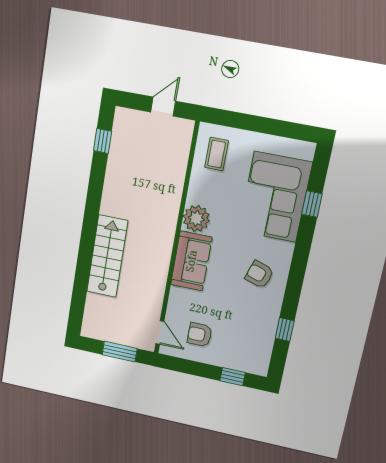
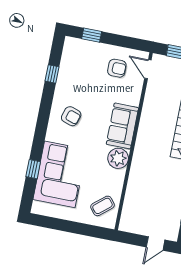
door: (163, 107) -> (156, 243), moved
coffee table: (217, 154) -> (102, 206), turned 50

